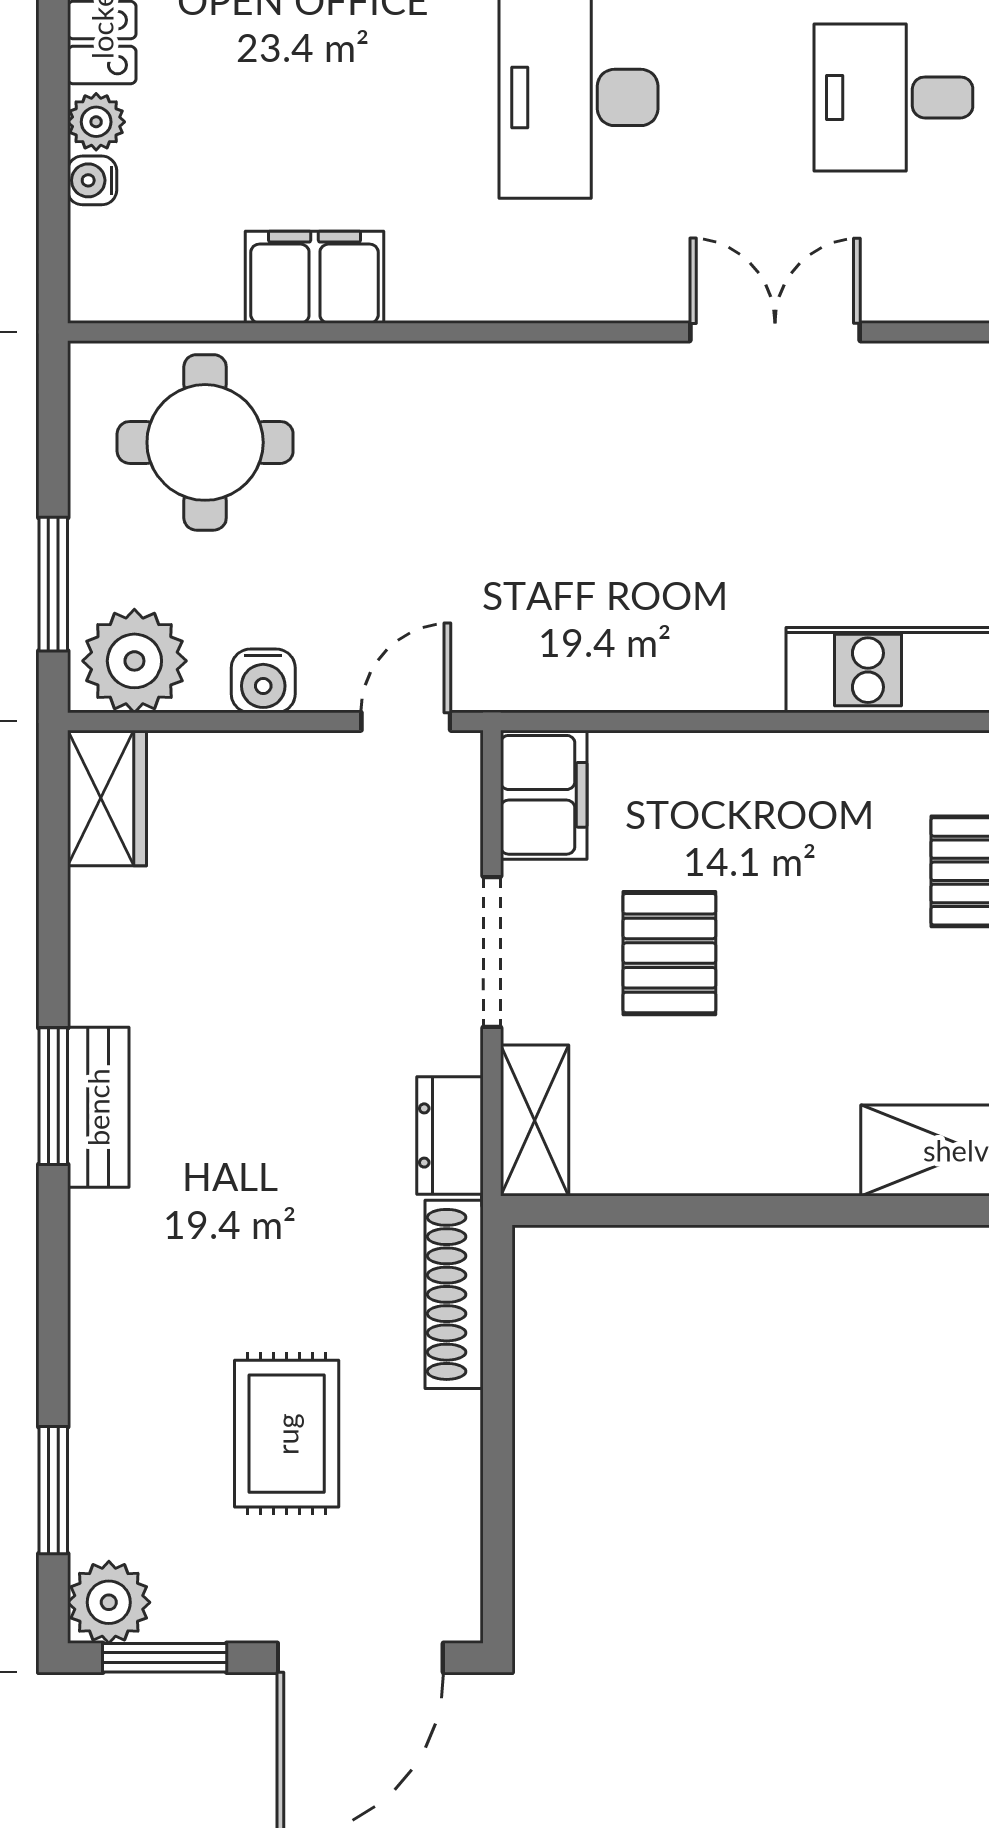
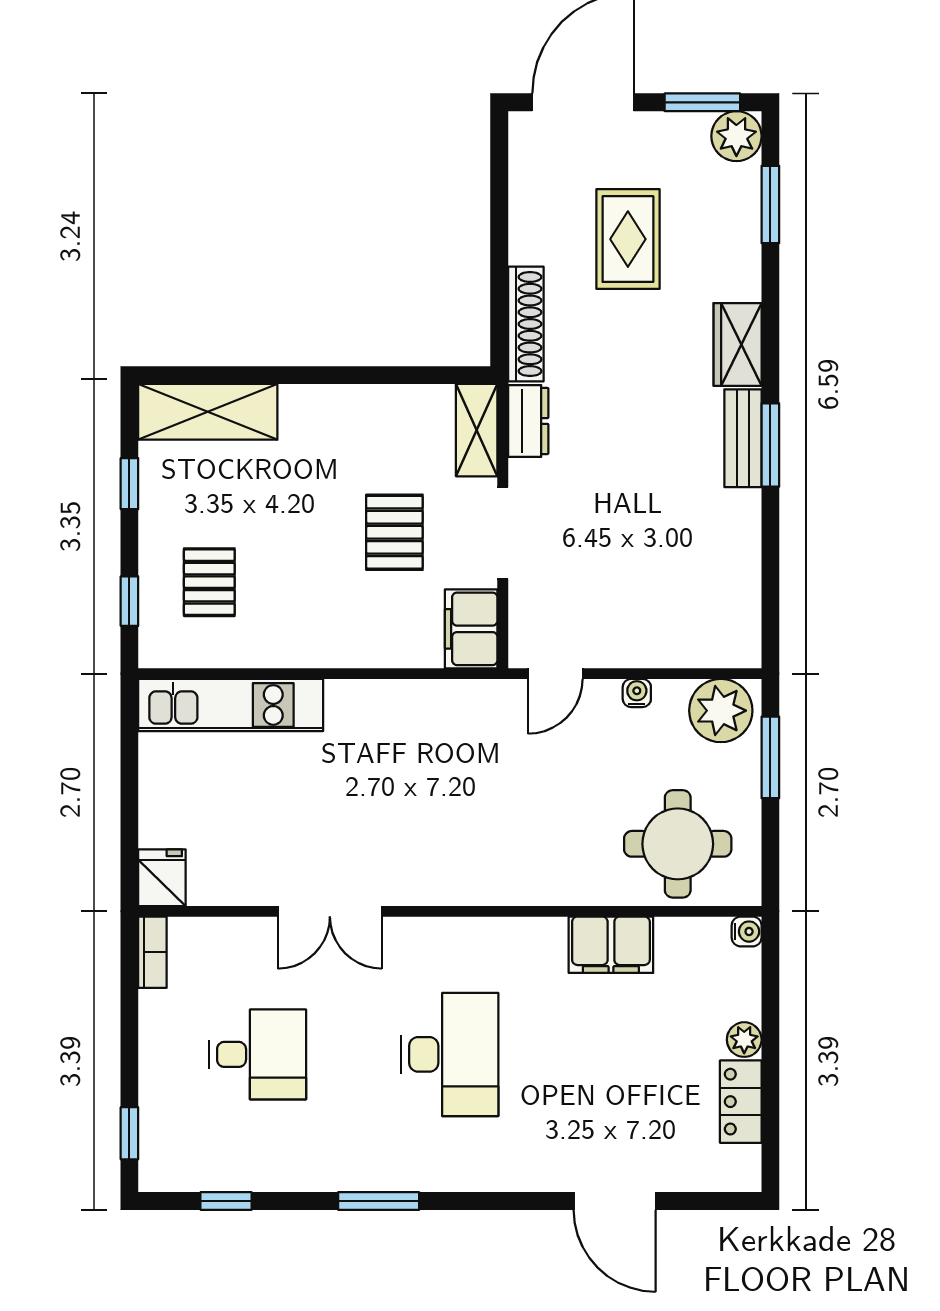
water cooler: (92, 180) -> (747, 932), moved
water cooler: (263, 681) -> (637, 693), width x0.72, depth x0.72
wardrobe: (107, 798) -> (738, 344), moved

